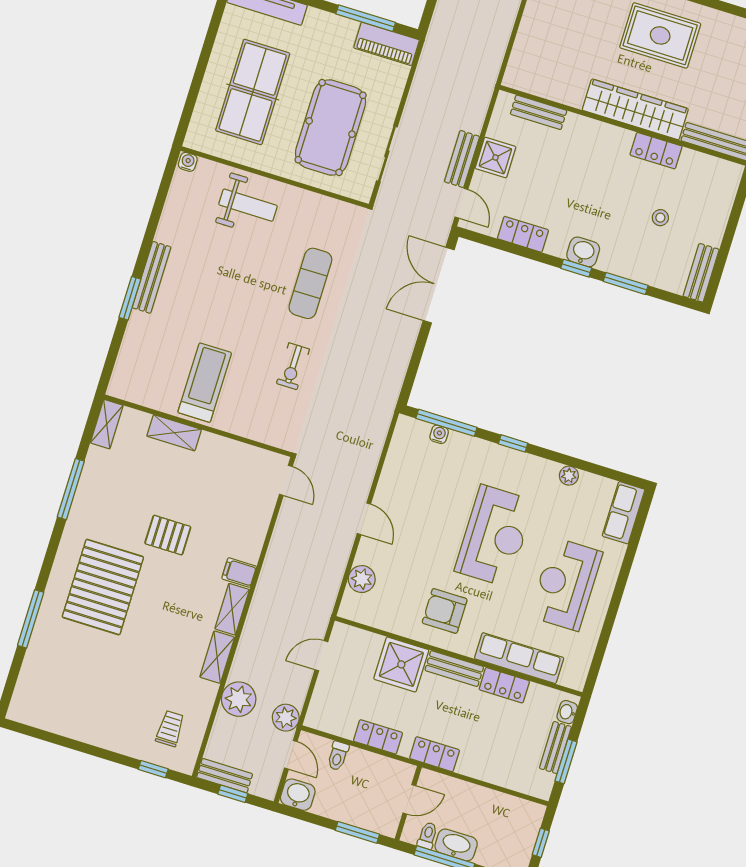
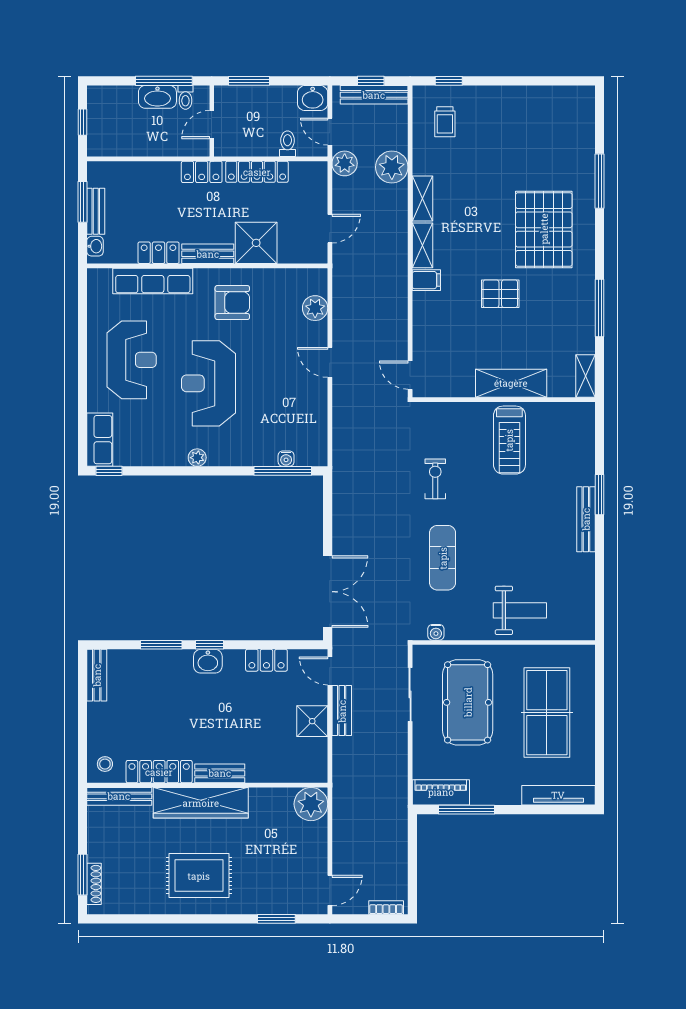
plant: (523, 73) -> (311, 804), added
bench: (539, 112) -> (220, 773), moved
locker: (656, 151) -> (159, 772), width x1.53
water cooler: (188, 162) -> (436, 632), moved
weight bench: (248, 205) -> (520, 610), turned 180
stool: (660, 218) -> (105, 764), moved
shelving: (174, 433) -> (511, 383), width x1.50, depth x1.33
window: (513, 443) -> (109, 471), moved
plant: (569, 476) -> (197, 458), moved
locker: (378, 737) -> (257, 172), width x1.53
bench: (225, 776) -> (374, 95), width x1.36

